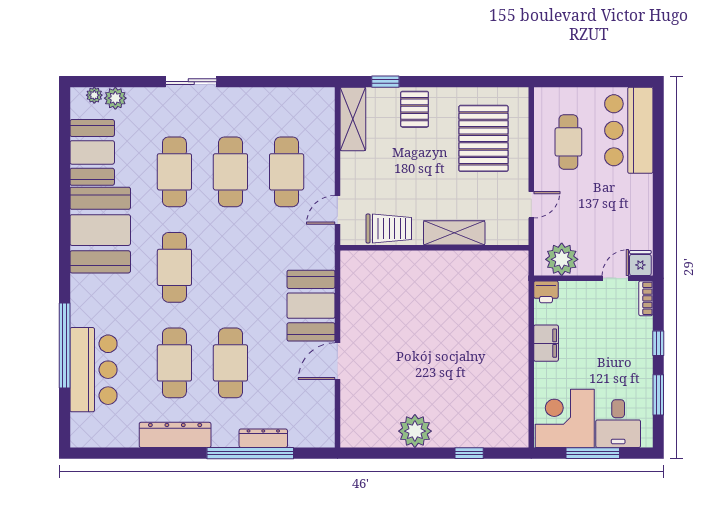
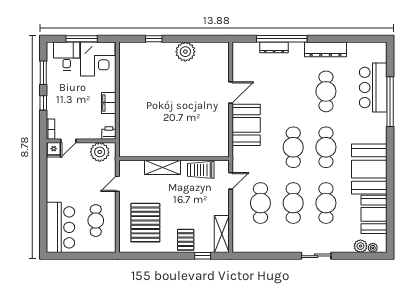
cafe table: (230, 363) -> (293, 147), moved

